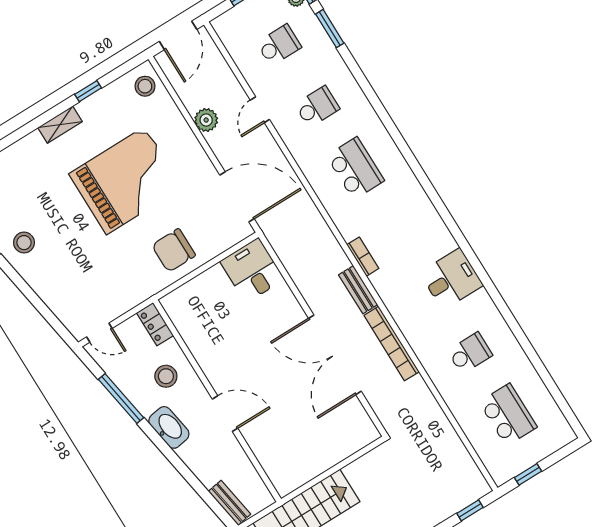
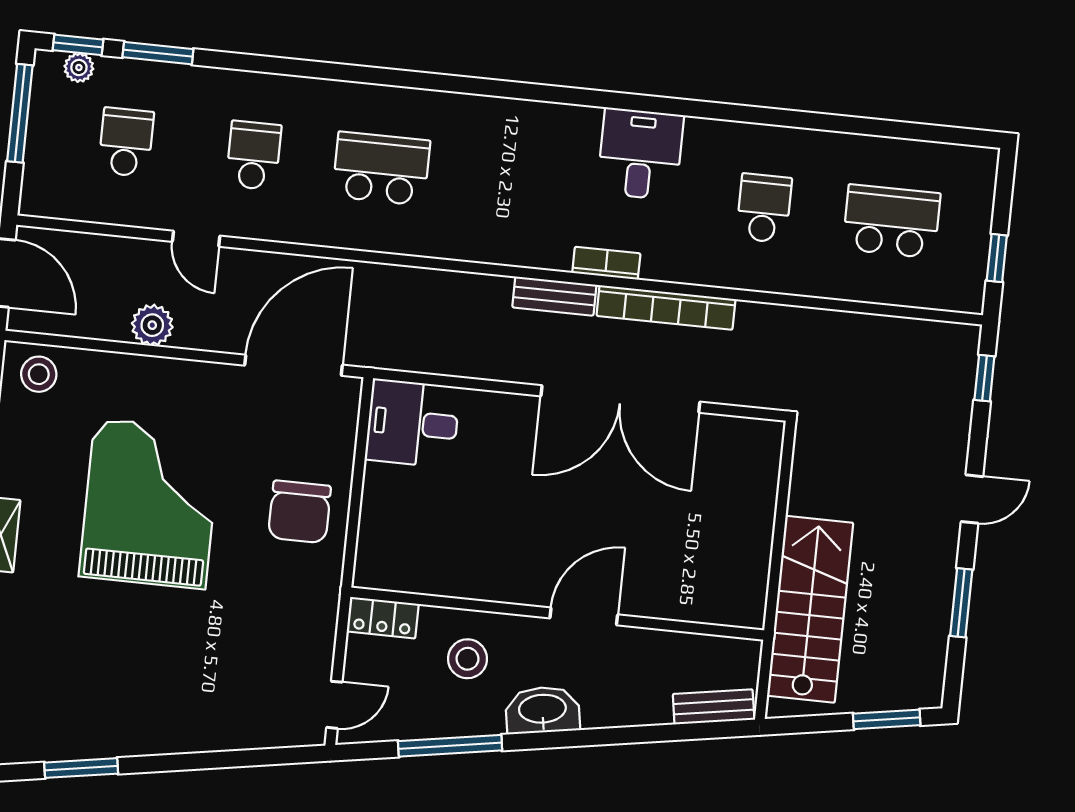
stool: (24, 243) -> (127, 713), removed
bookcase: (363, 257) -> (606, 263), moved

